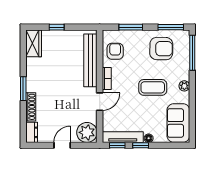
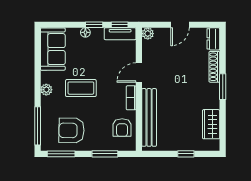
wardrobe: (34, 43) -> (211, 124), moved
plant: (87, 132) -> (148, 34), width x0.53, depth x0.53
tv unit: (123, 137) -> (120, 34), width x0.71

